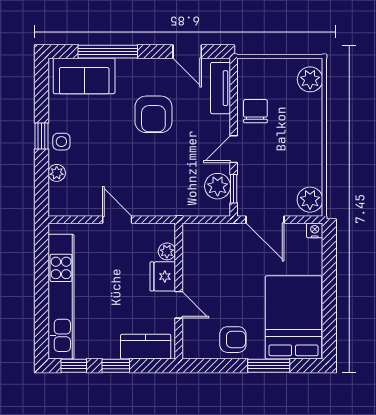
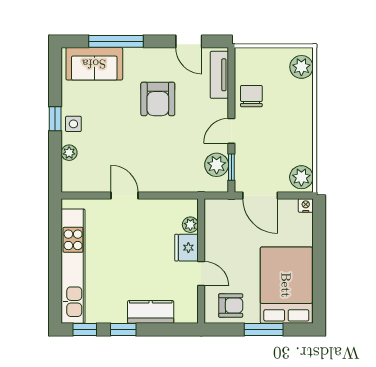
plant: (167, 251) -> (190, 225), moved
fridge: (163, 276) -> (187, 248), moved
wall: (179, 291) -> (201, 261), moved
door: (179, 305) -> (201, 274), moved

